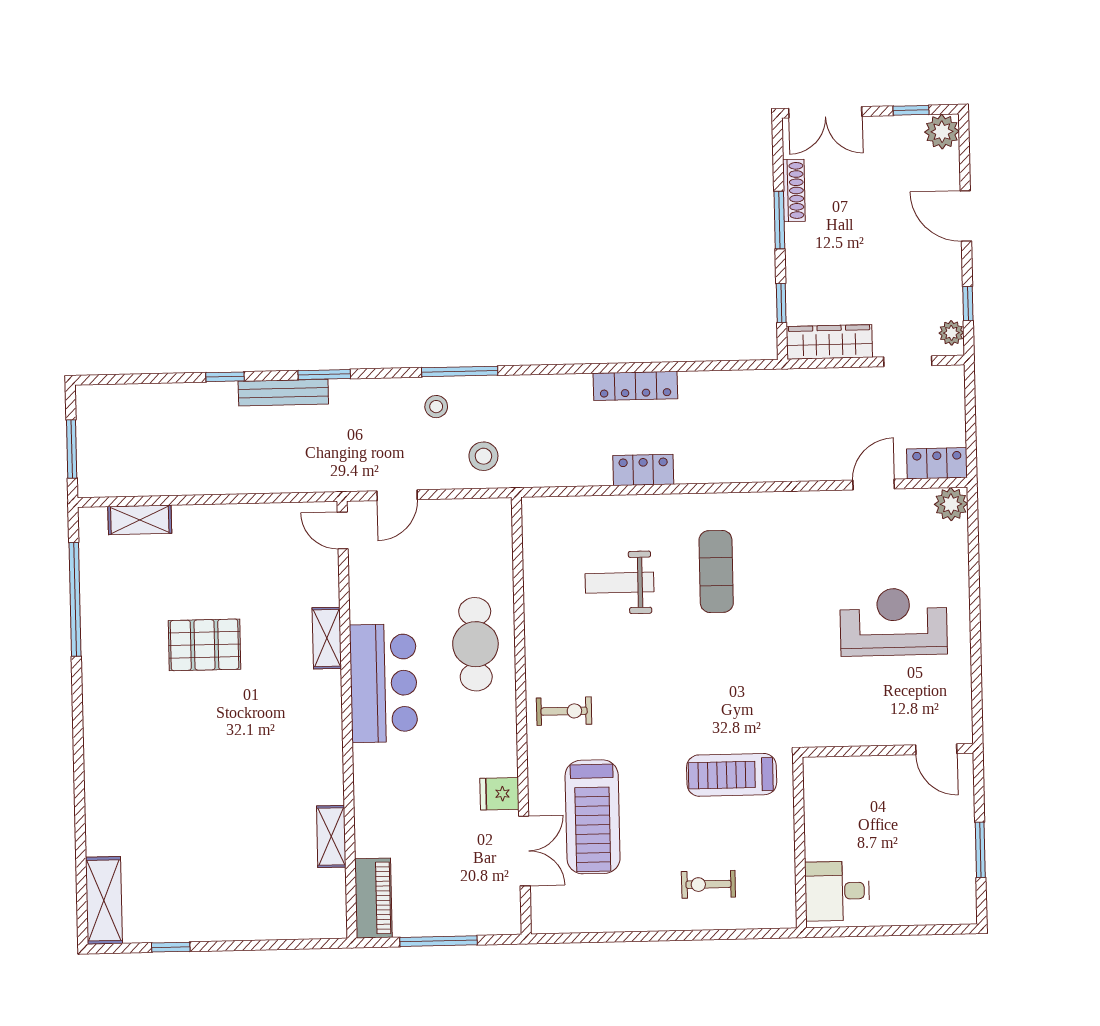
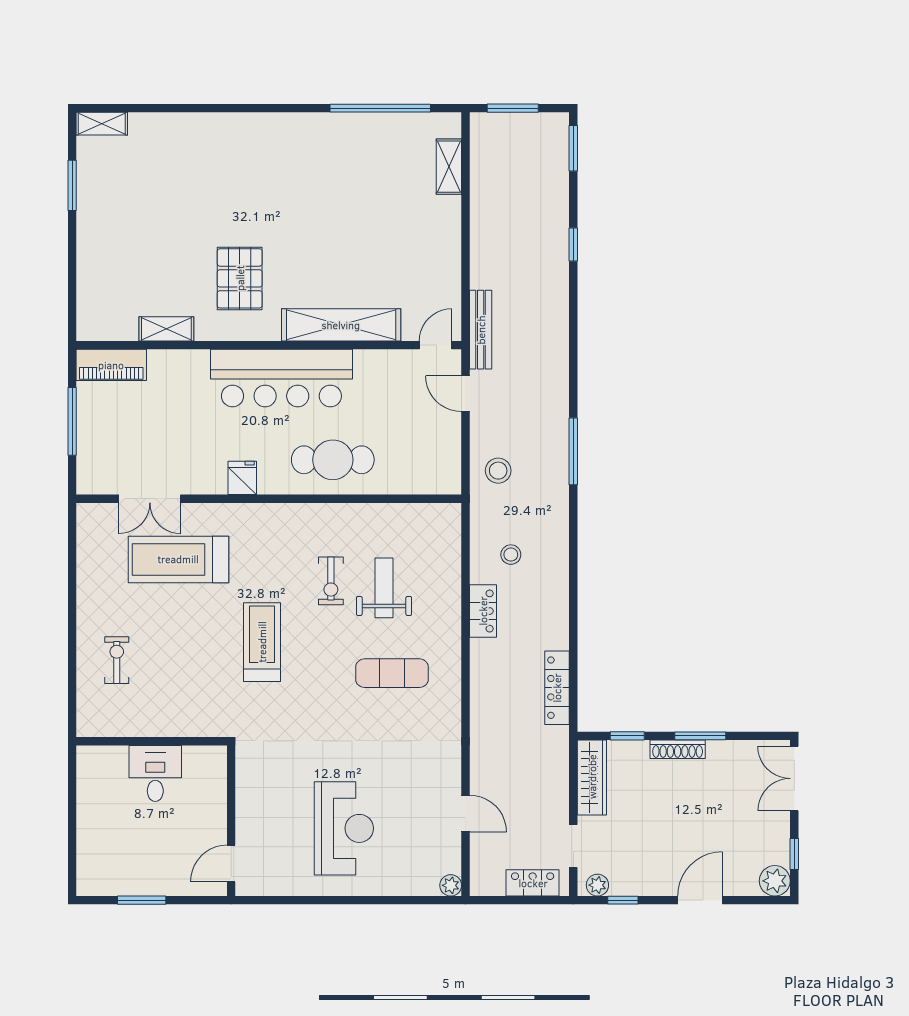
shoe rack: (794, 191) -> (678, 749), moved
window: (324, 375) -> (573, 148), moved
locker: (635, 386) -> (557, 688), moved
bench: (283, 393) -> (481, 330), moved
stool: (436, 407) -> (511, 555), moved
locker: (937, 463) -> (533, 883), moved, turned -90
plant: (951, 504) -> (451, 885), width x0.73, depth x0.73
shelving: (327, 638) -> (341, 325), width x2.20, depth x1.33
pallet: (205, 645) -> (240, 278), moved
bar counter: (384, 683) -> (281, 378), width x1.36
exercise bike: (564, 711) -> (331, 581), moved
treadmill: (732, 775) -> (262, 642), moved
fridge: (499, 794) -> (242, 478), moved
desk: (837, 891) -> (155, 773), moved
shelving: (104, 900) -> (102, 124), width x0.67, depth x0.75
window: (171, 947) -> (72, 185), width x1.50

